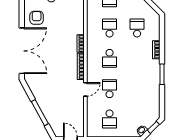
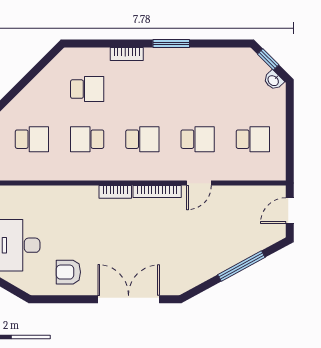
school desk: (137, 28) -> (87, 89), turned 180
double door: (22, 51) -> (129, 299), width x0.73
door: (85, 89) -> (199, 183), swing flipped
school desk: (110, 89) -> (198, 139), turned 180

